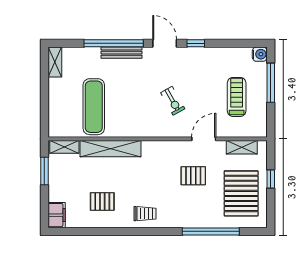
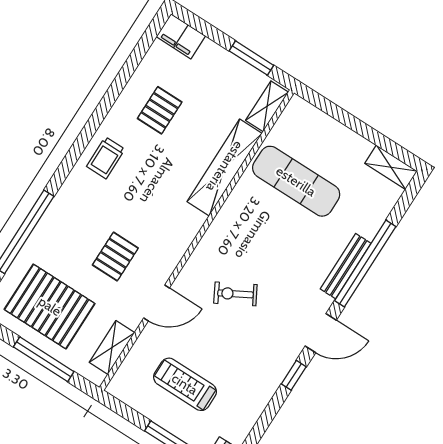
treadmill: (237, 97) -> (185, 384), turned 180
door: (204, 139) -> (157, 303), hinge flipped
window: (271, 179) -> (44, 359), width x2.17

